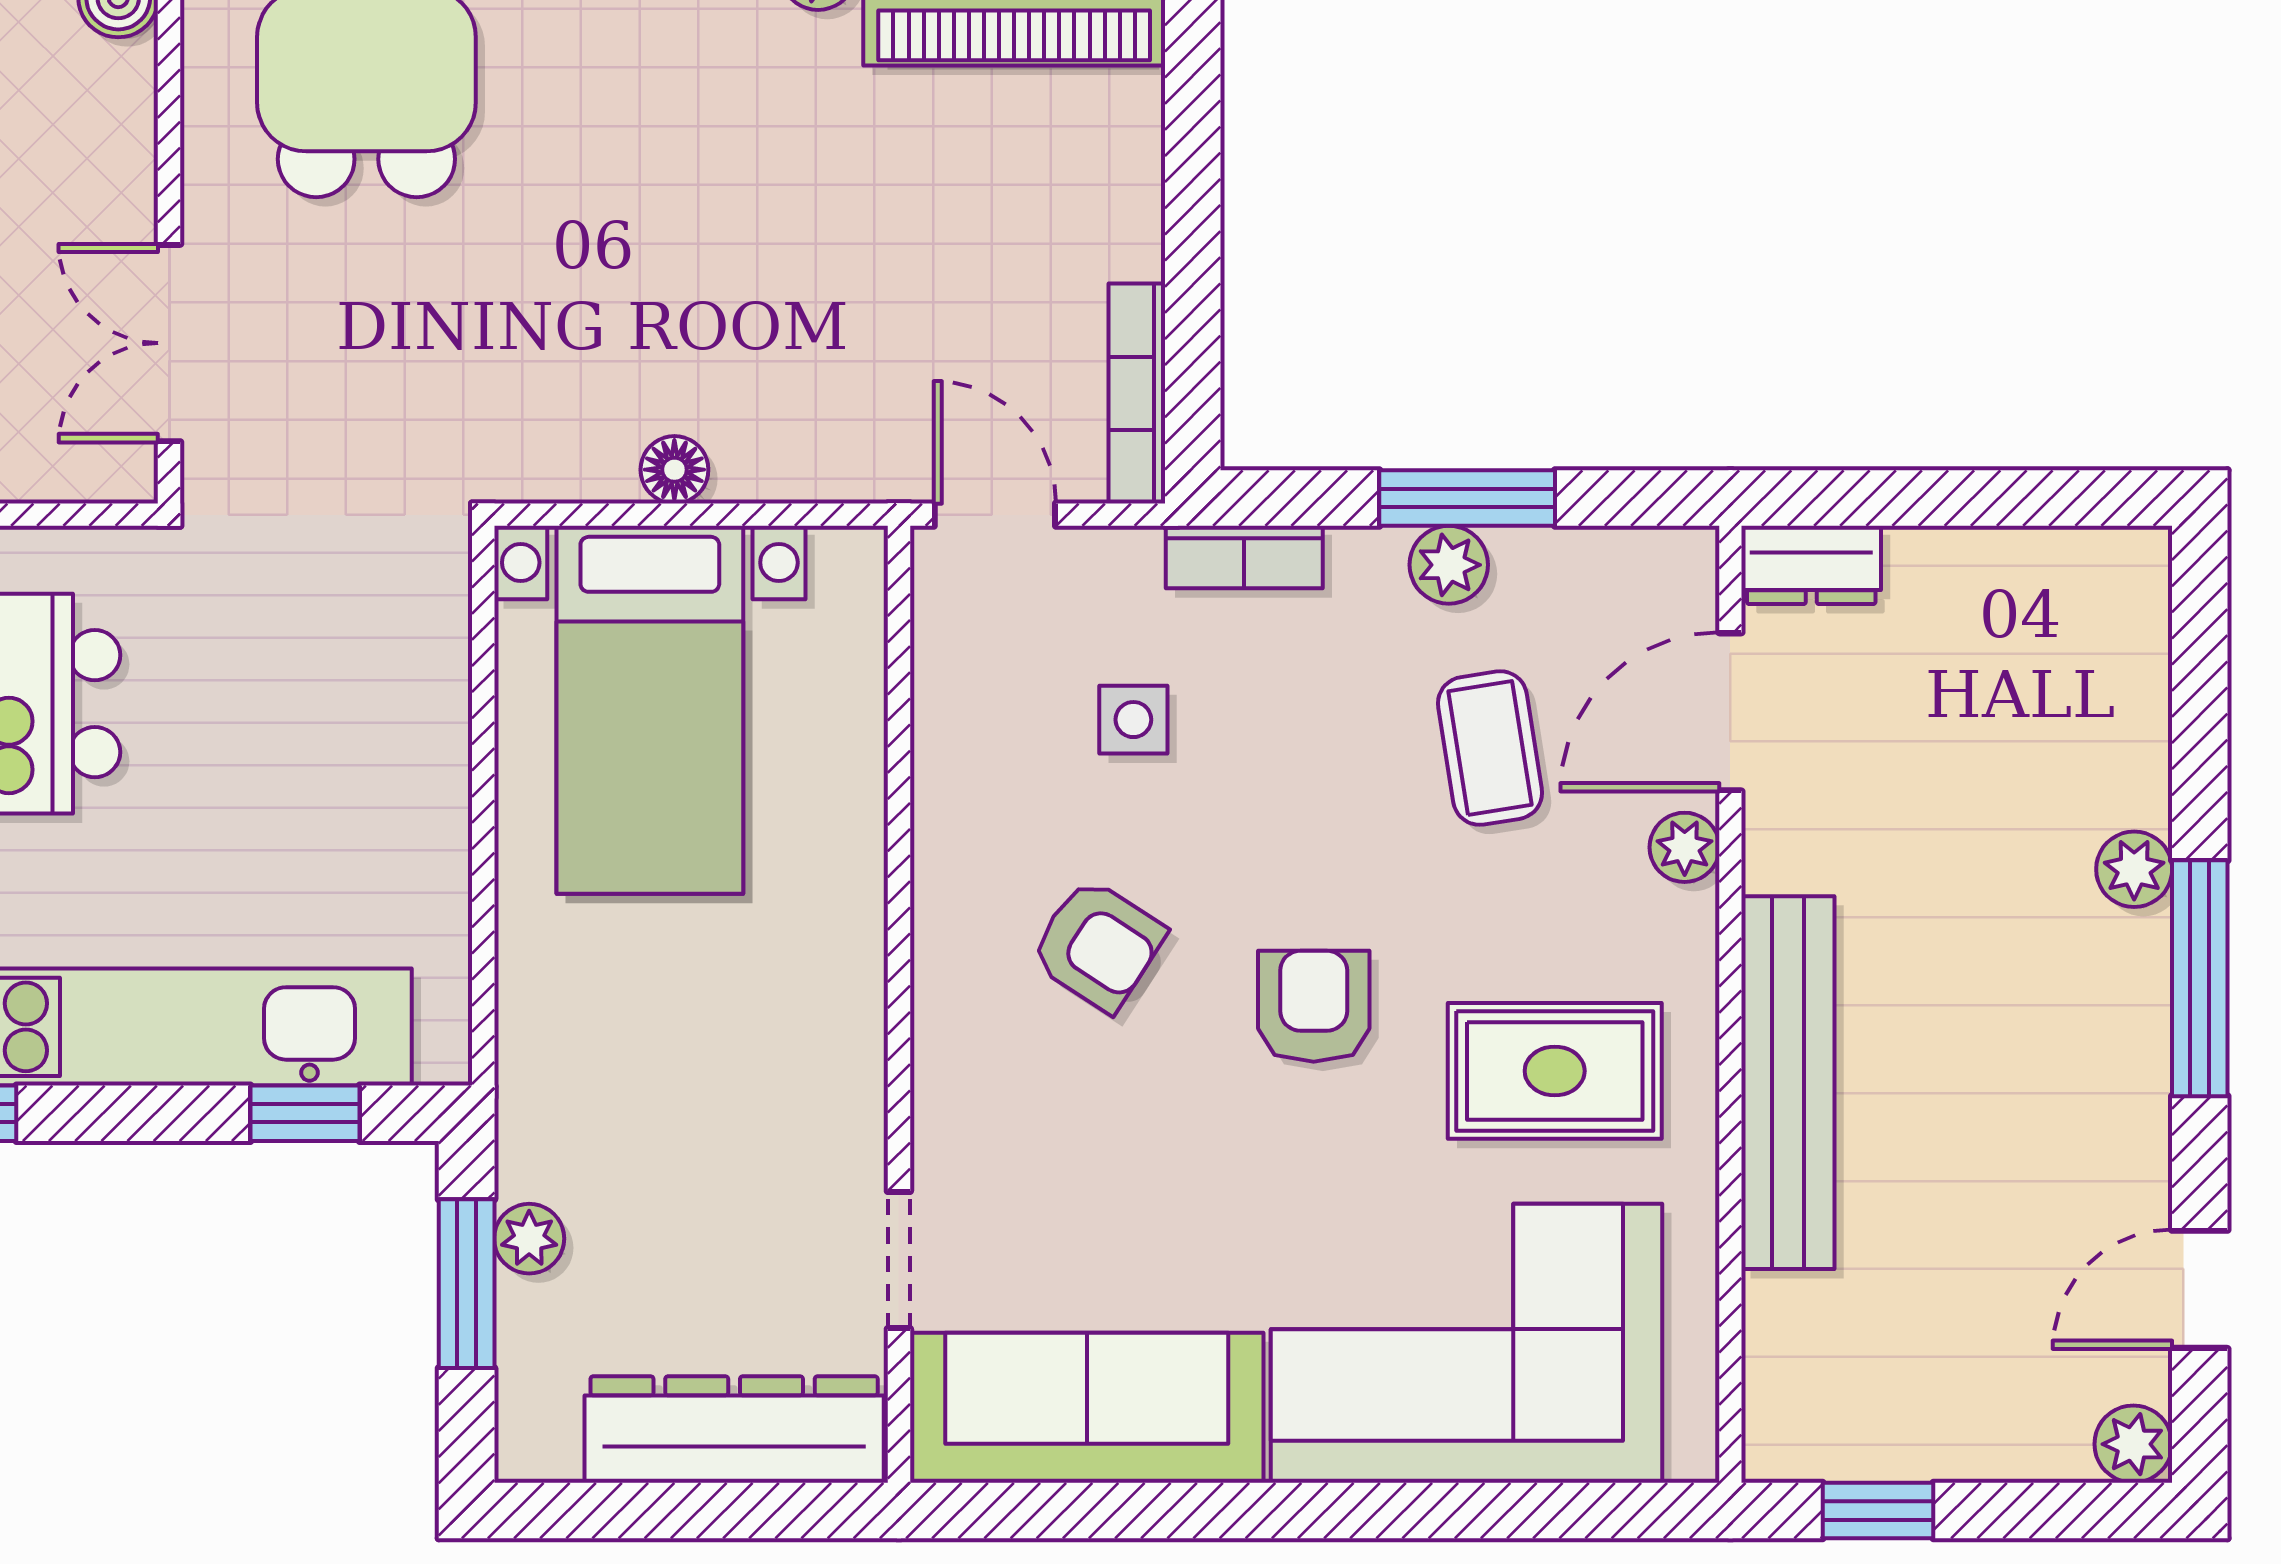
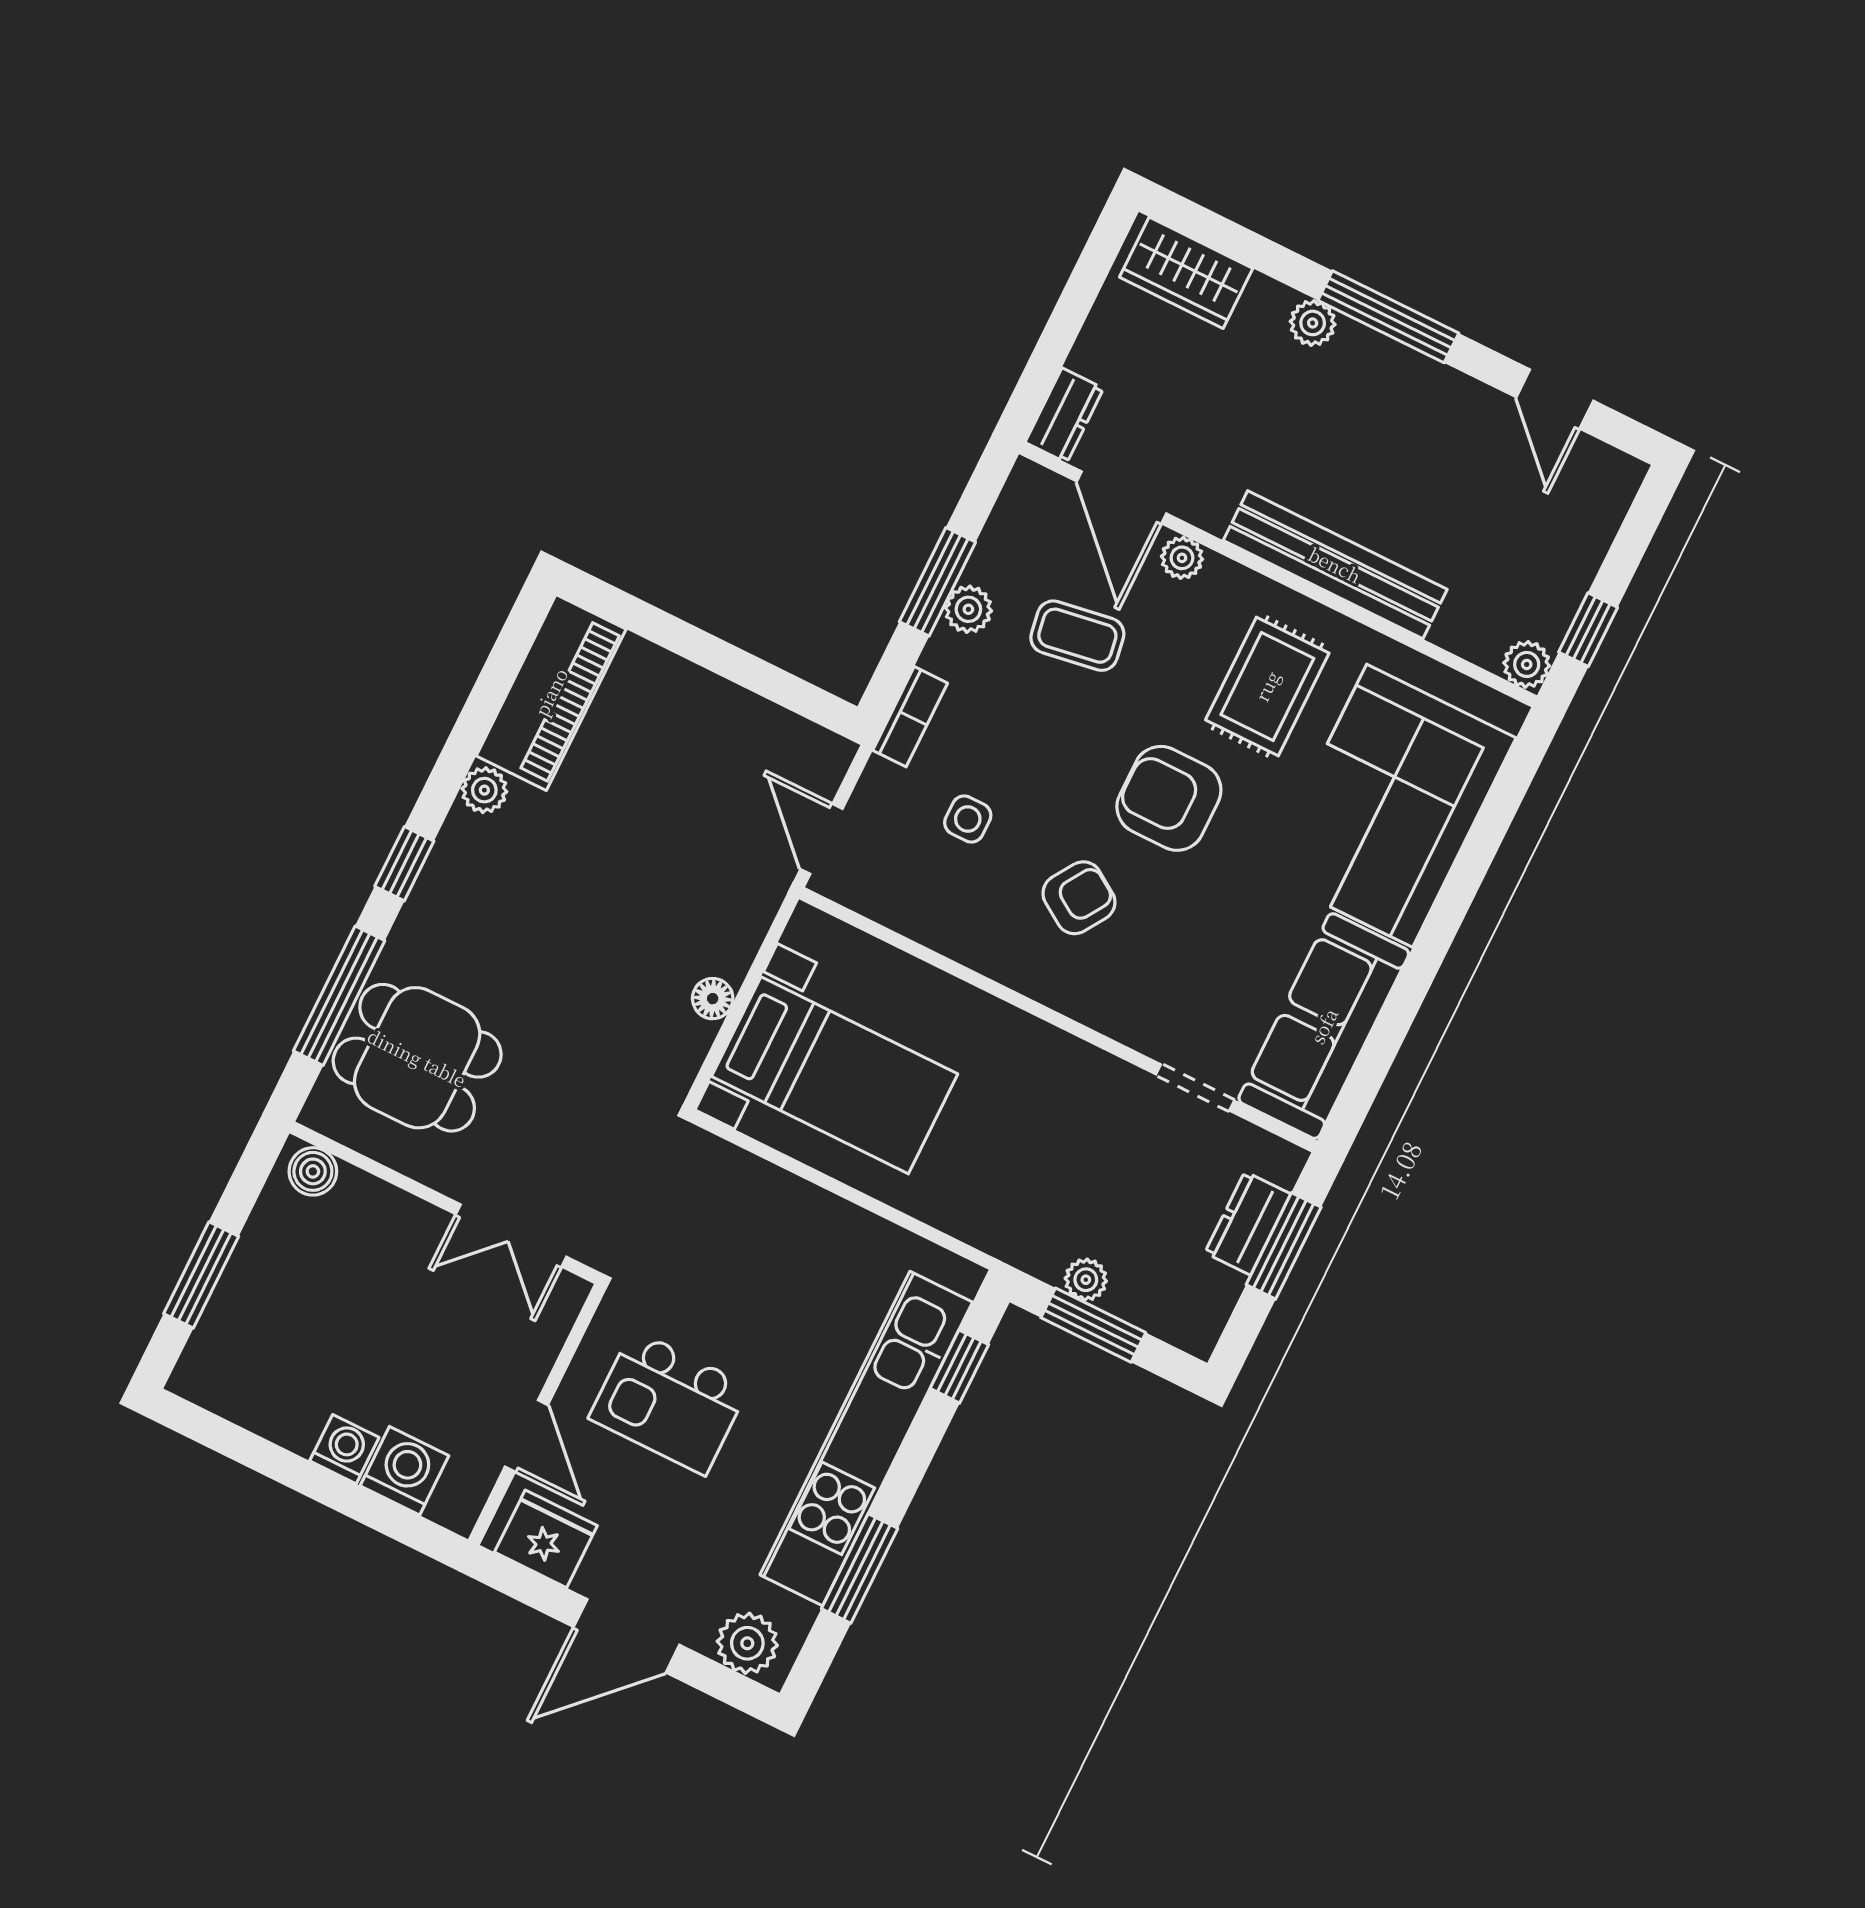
bookcase: (1137, 393) -> (794, 731), removed
door: (995, 515) -> (821, 839), hinge flipped
wardrobe: (2116, 642) -> (1186, 273), added
armchair: (1314, 1006) -> (1169, 798), width x1.38, depth x1.38
dresser: (734, 1429) -> (1248, 1223), width x0.51, depth x0.80
plant: (2133, 1444) -> (1527, 664), moved
window: (727, 1511) -> (1284, 1246), added

